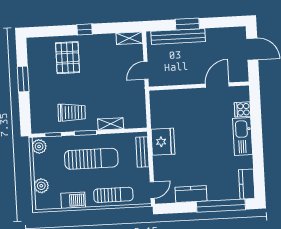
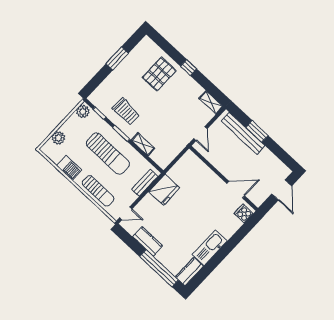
door: (146, 70) -> (200, 134), swing flipped
cooker: (242, 109) -> (244, 213), moved
kitchen sink: (243, 136) -> (210, 248), moved

